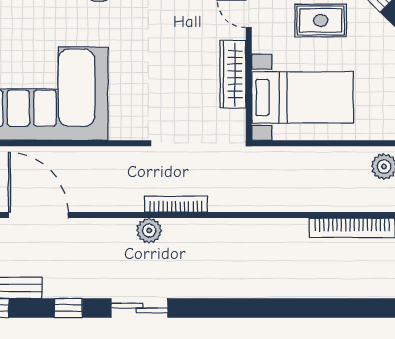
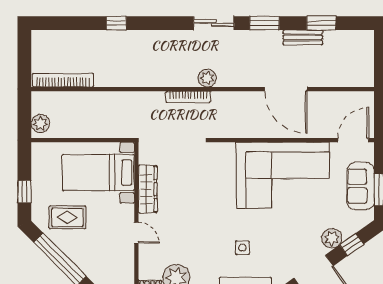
rug: (321, 20) -> (67, 217), moved
window: (68, 308) -> (265, 23), width x1.50
window: (277, 308) -> (116, 23), added

